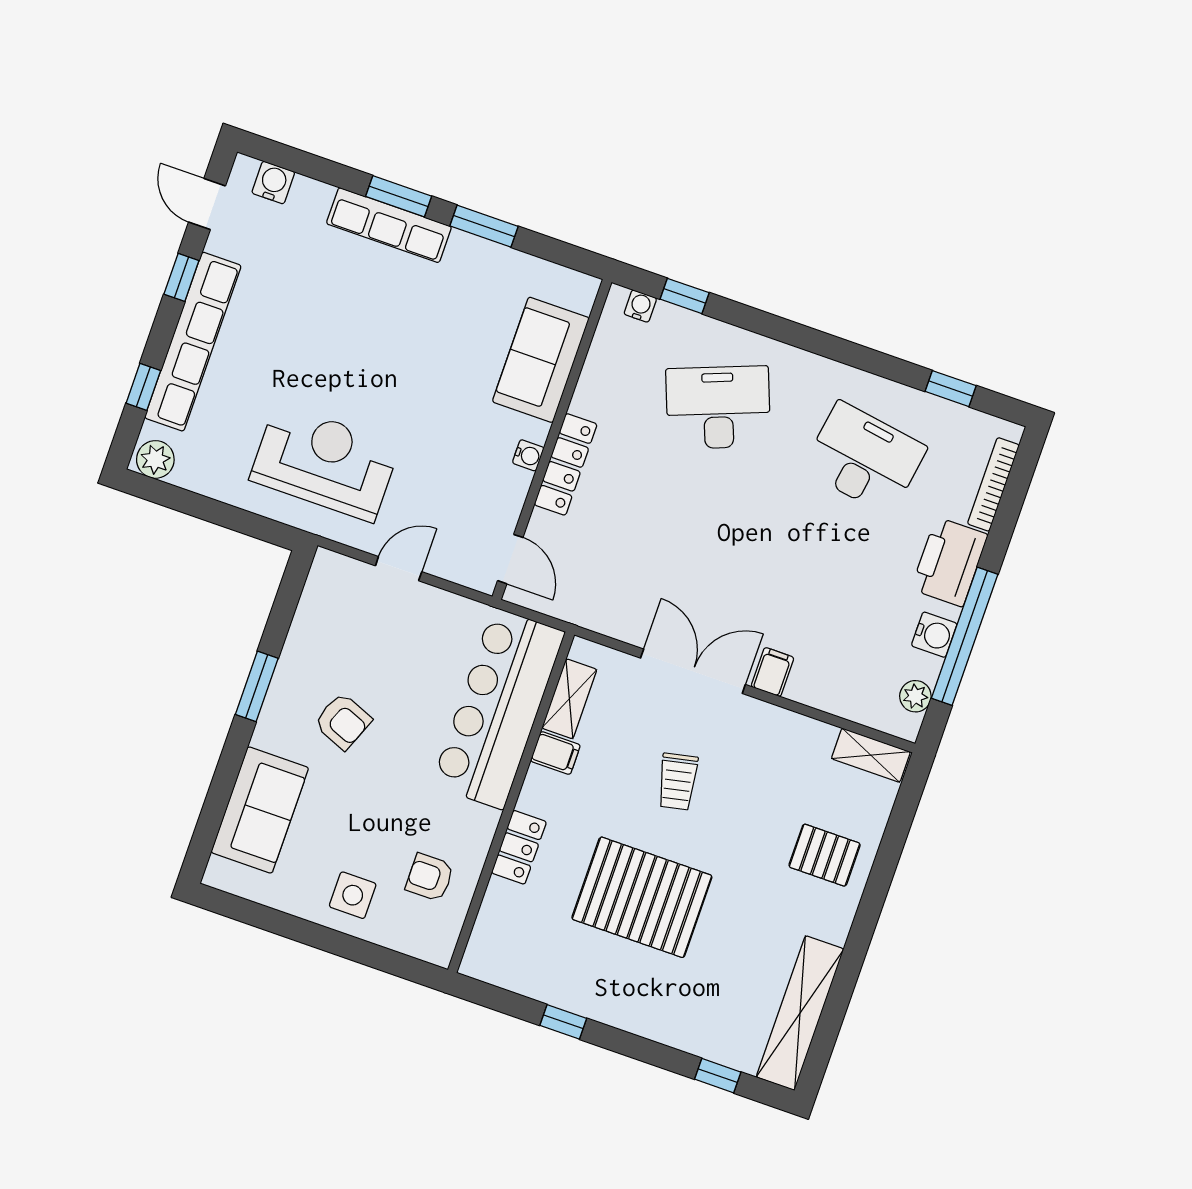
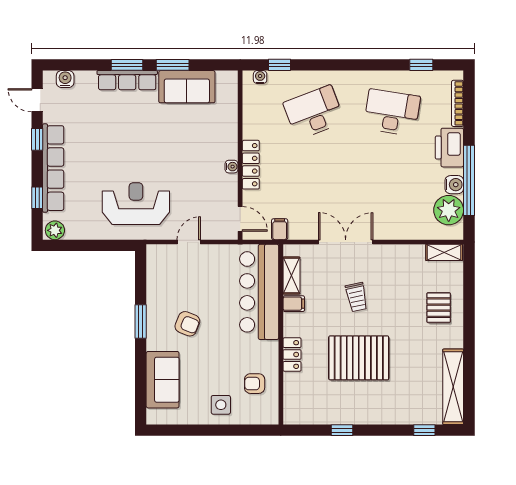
sofa: (541, 360) -> (187, 87), moved, turned -90
filing cabinet: (772, 672) -> (280, 229), moved
plant: (915, 696) -> (449, 210), width x1.88, depth x1.88
pallet: (825, 855) -> (439, 308), turned 90

